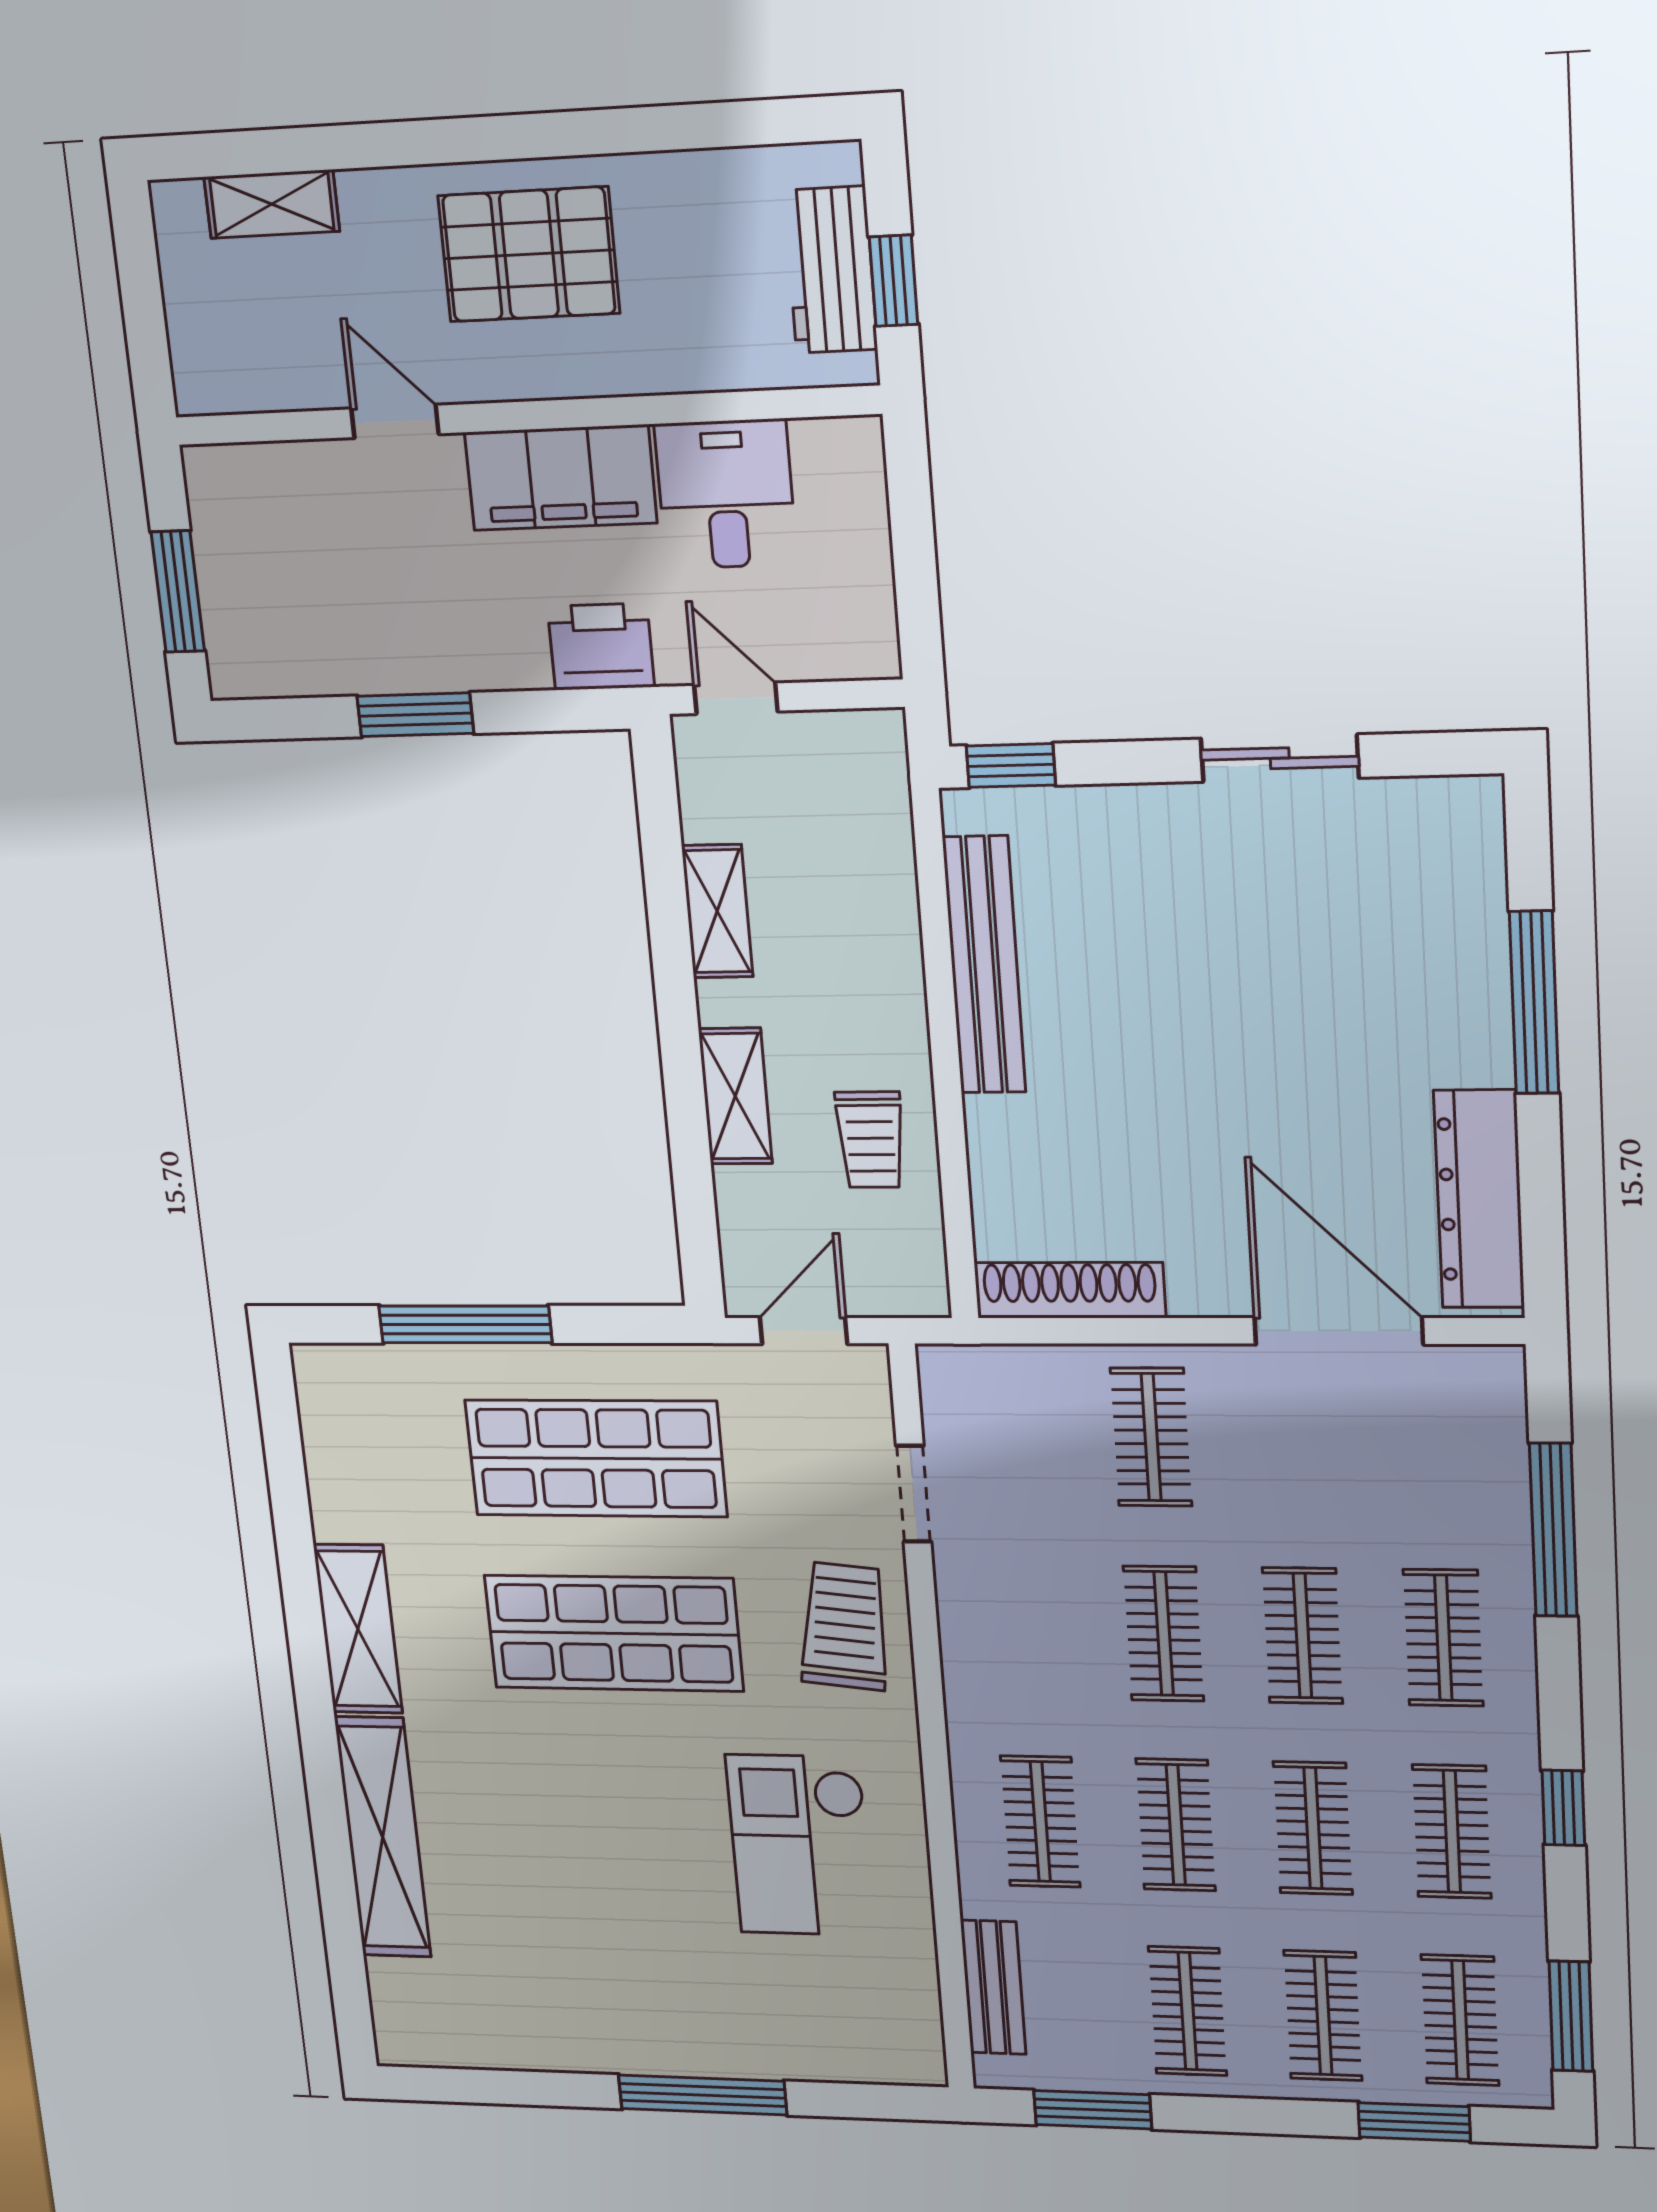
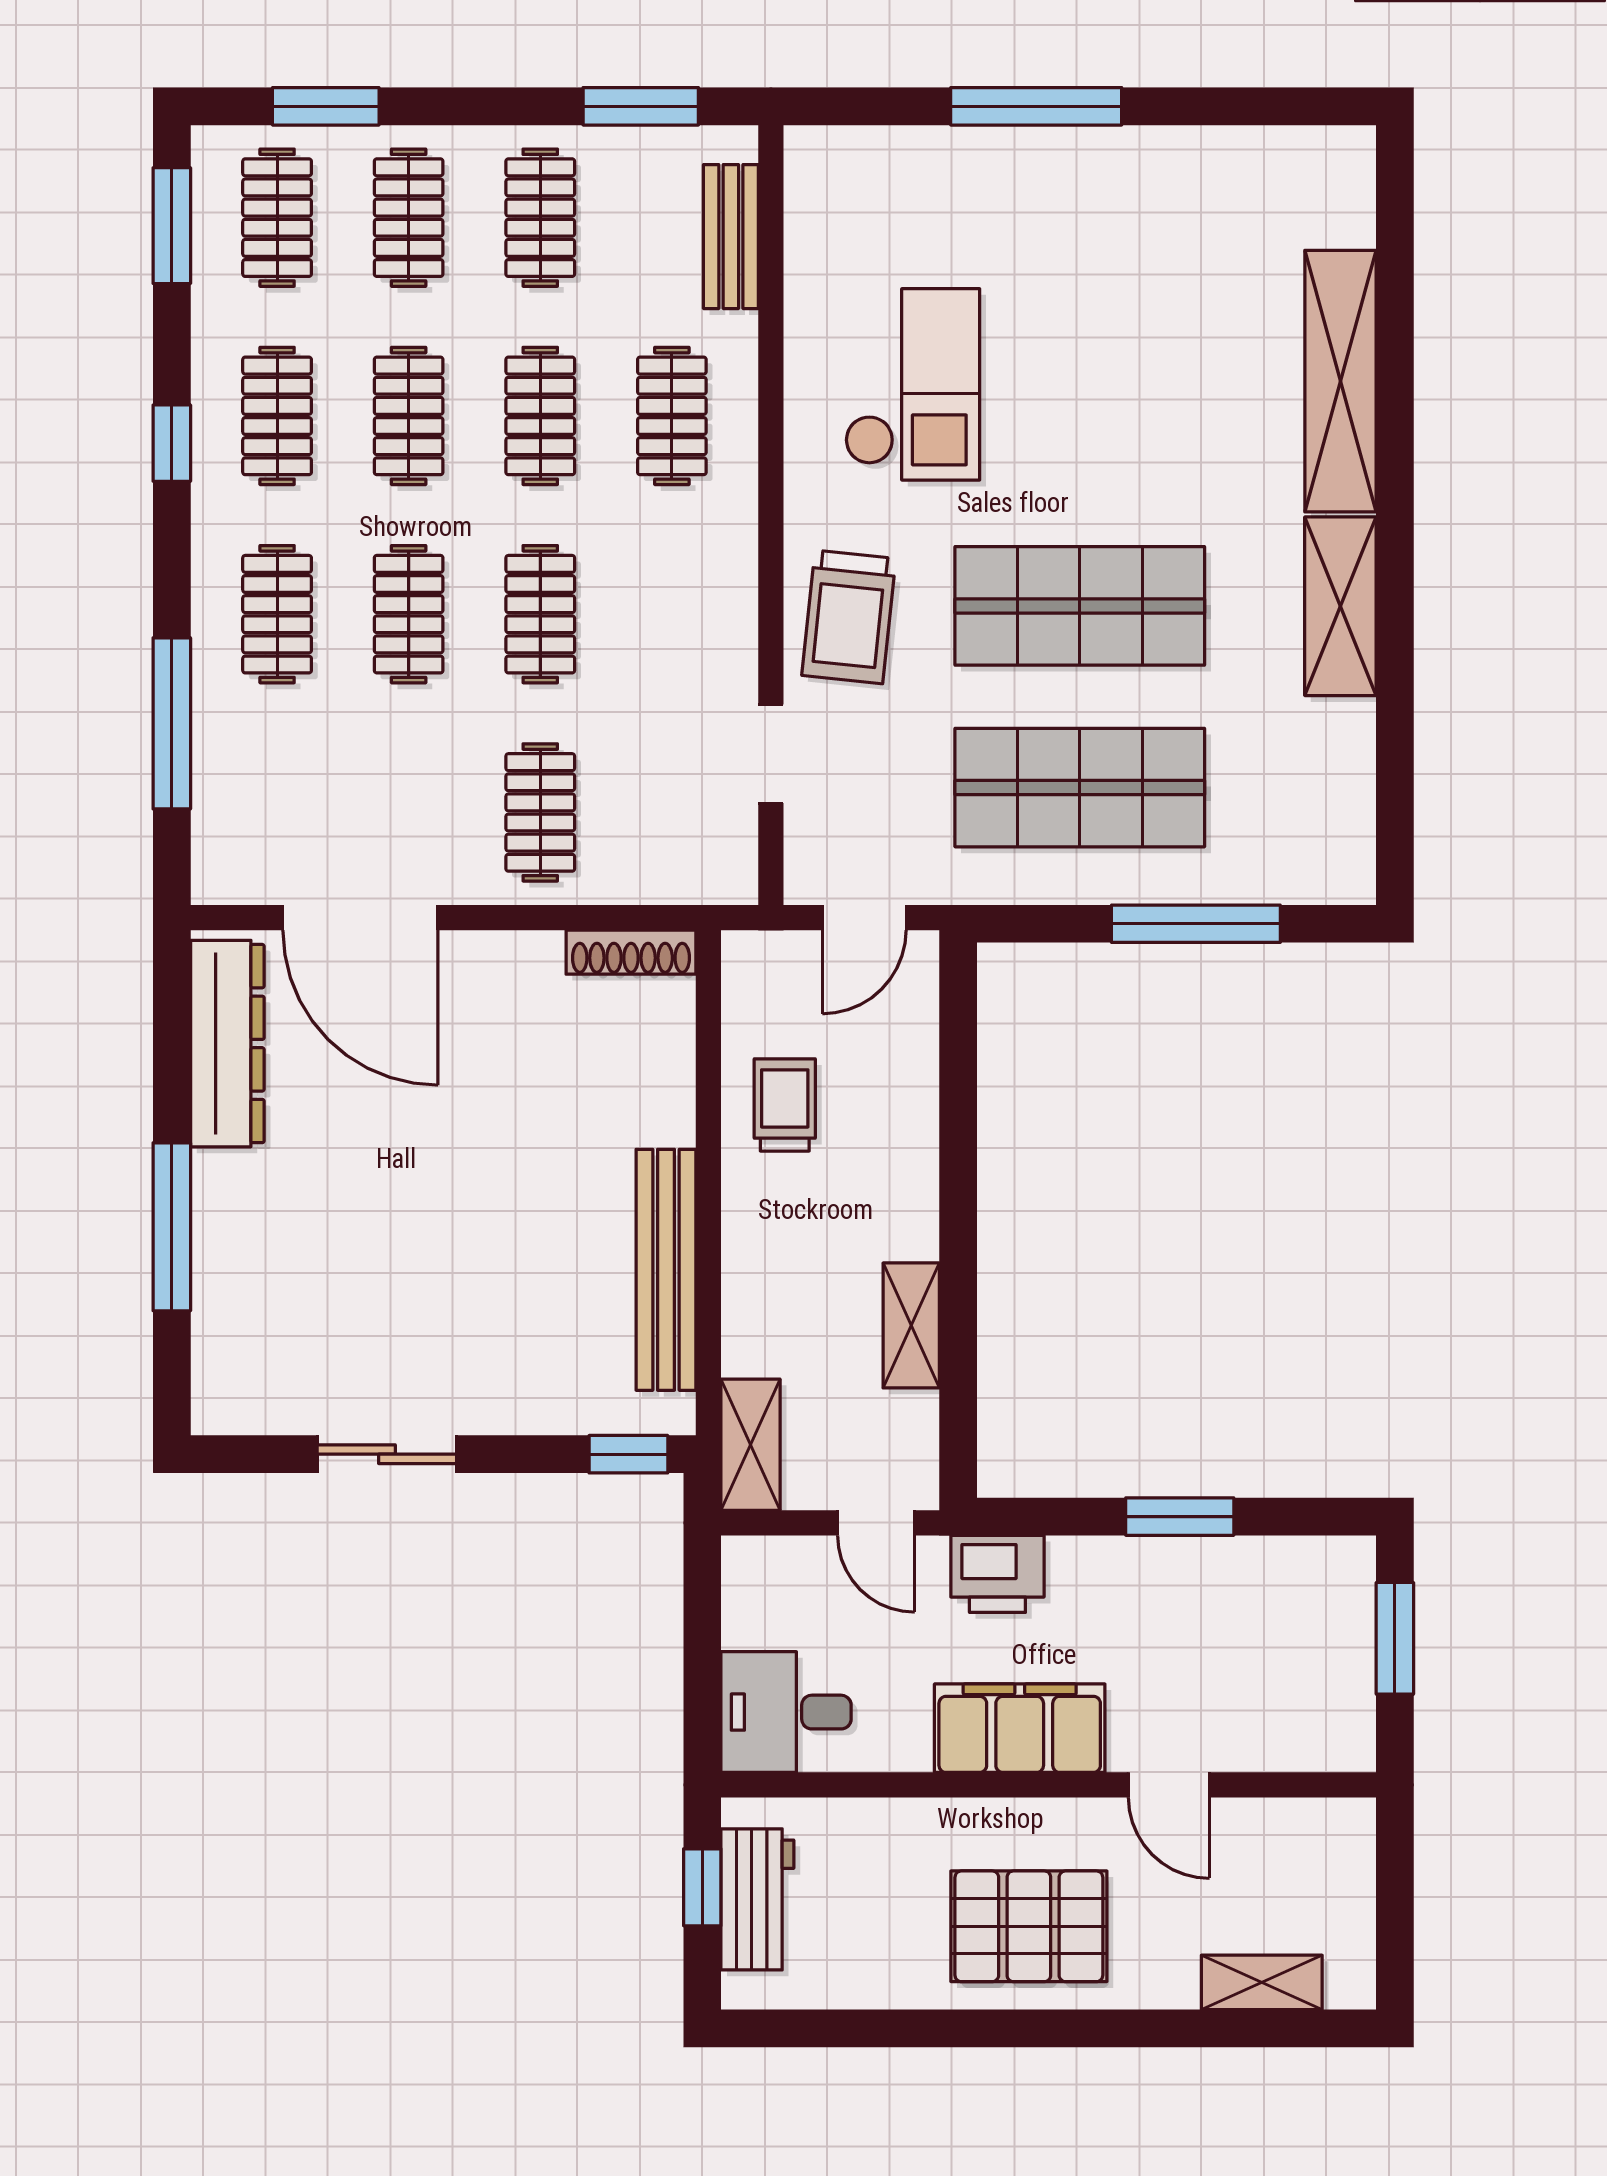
desk: (726, 494) -> (786, 1712), moved, turned 90
shelving: (735, 1096) -> (750, 1445), moved
shoe rack: (1070, 1290) -> (631, 952), width x0.74, depth x0.81

